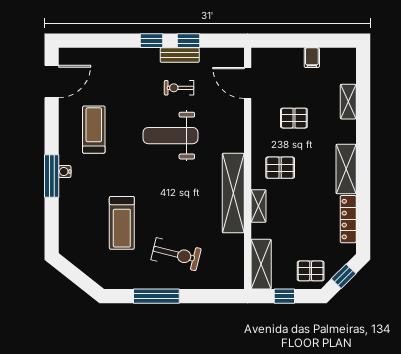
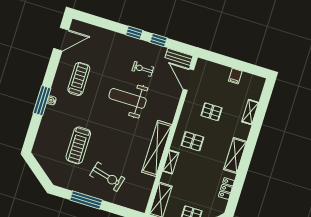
bench: (180, 55) -> (179, 57), moved
locker: (348, 219) -> (226, 189), width x0.66

